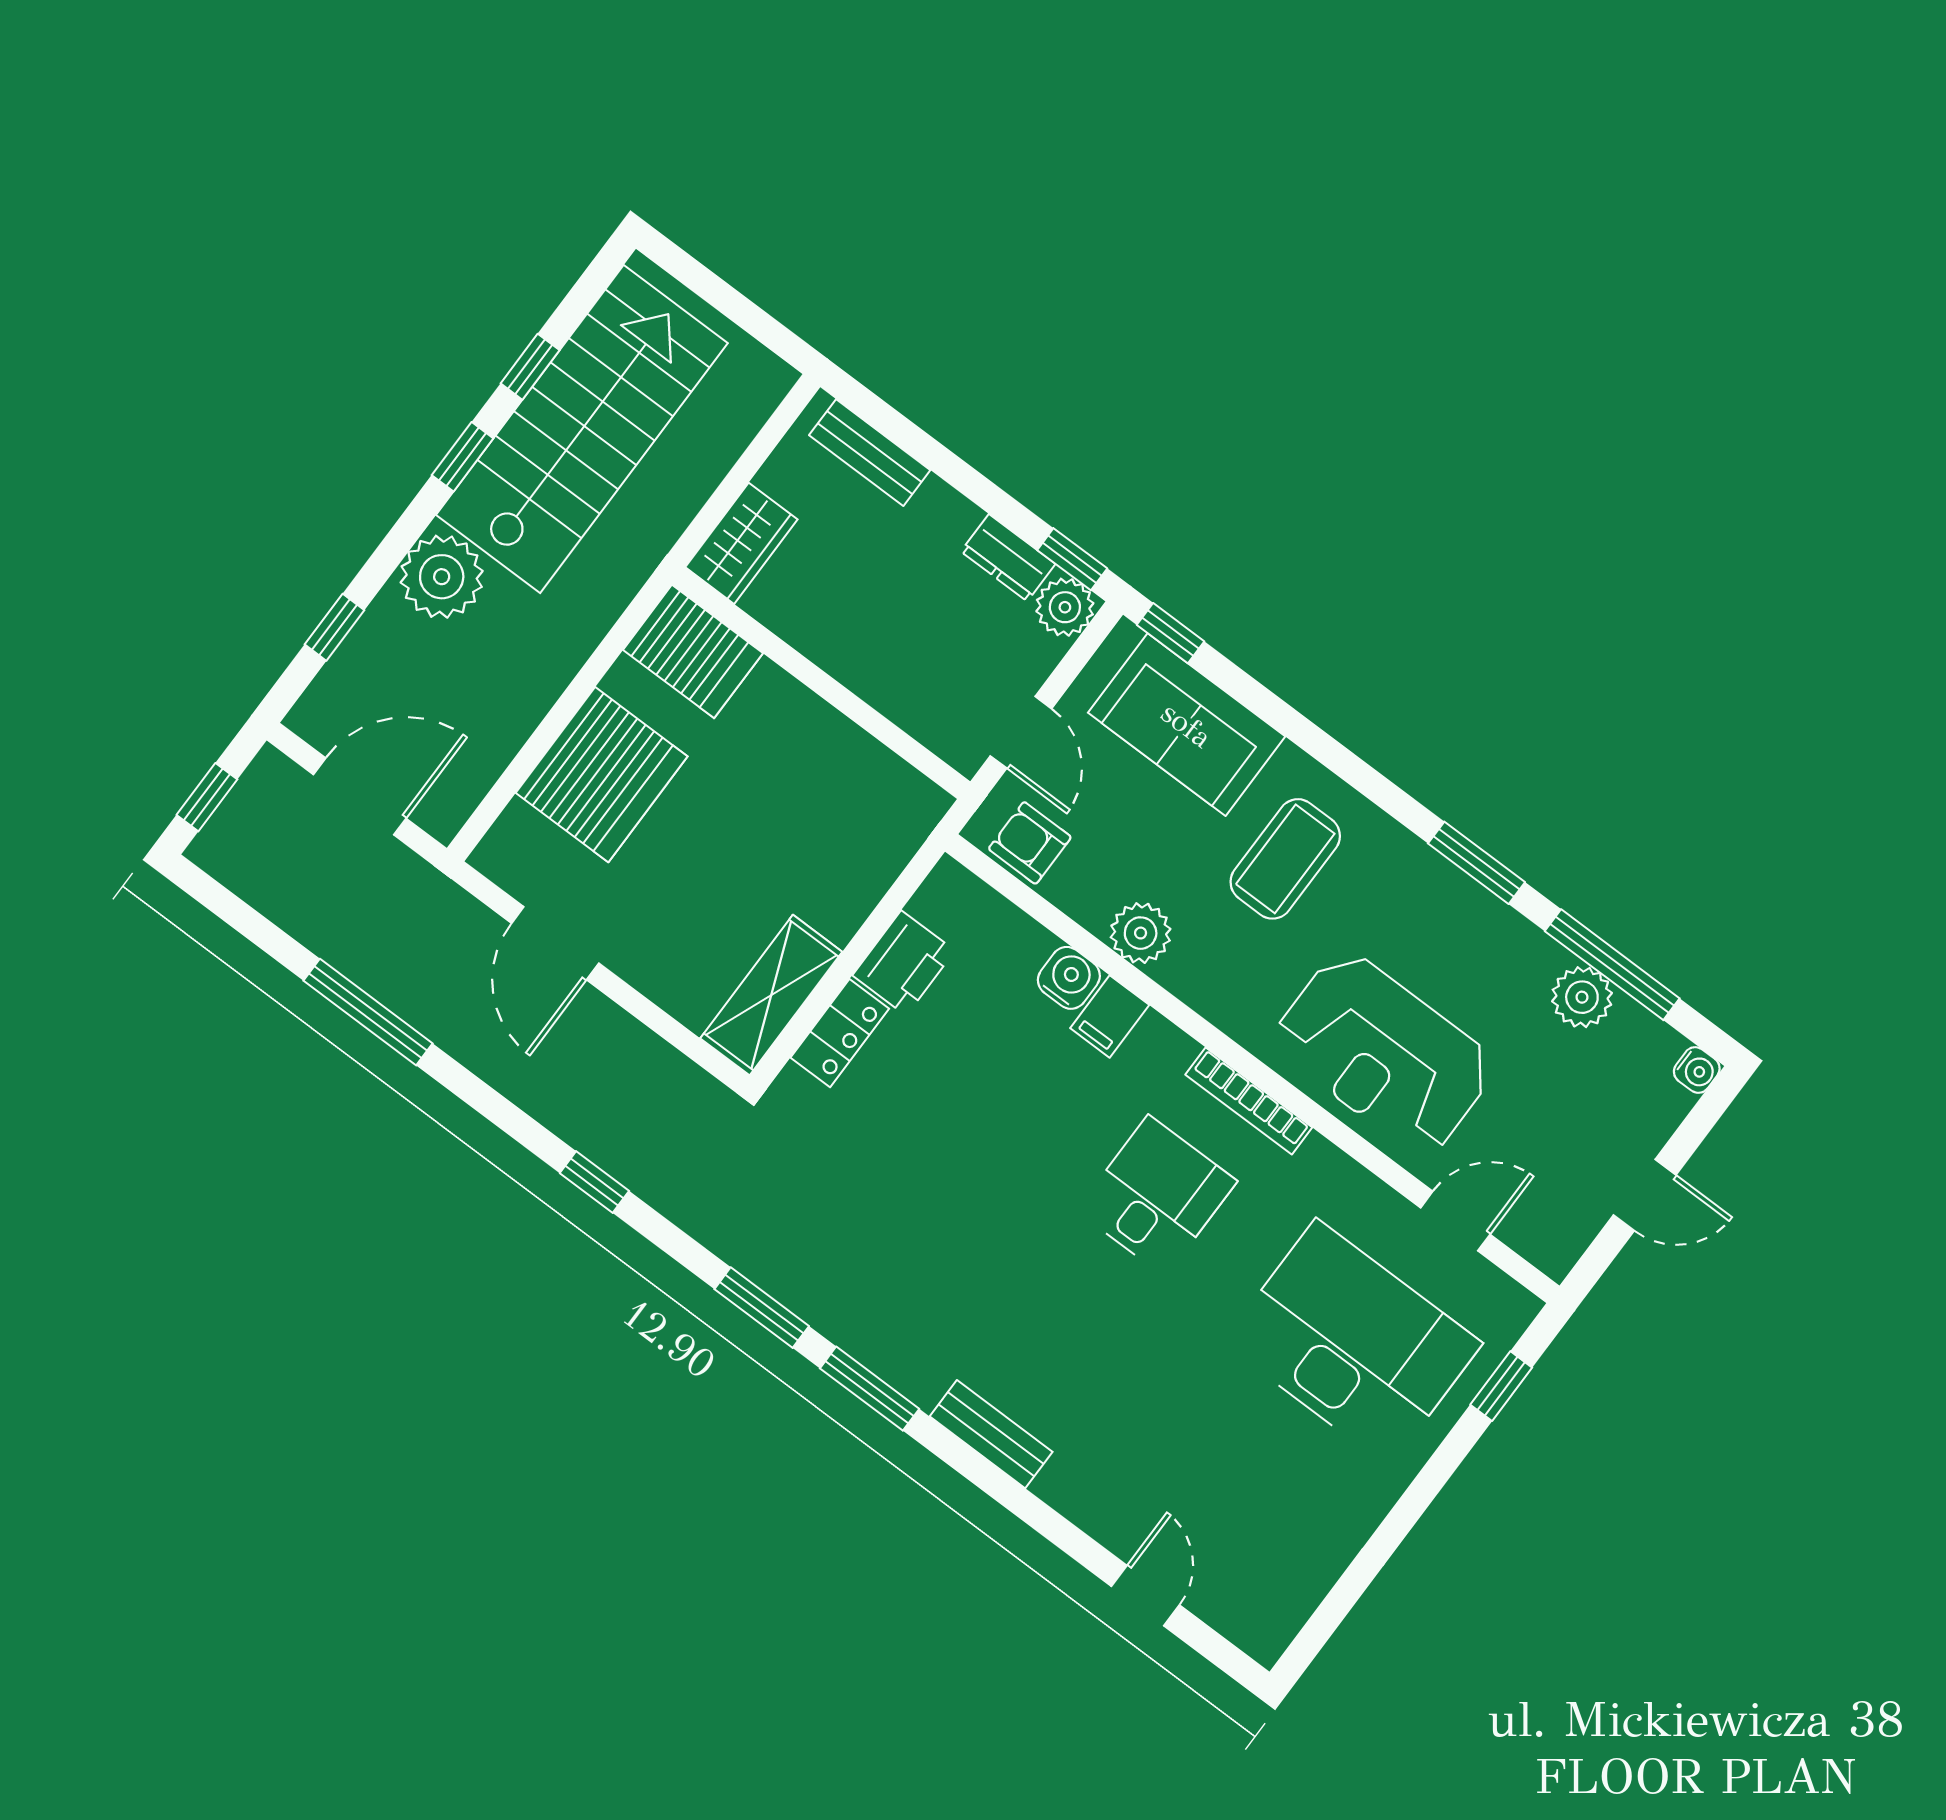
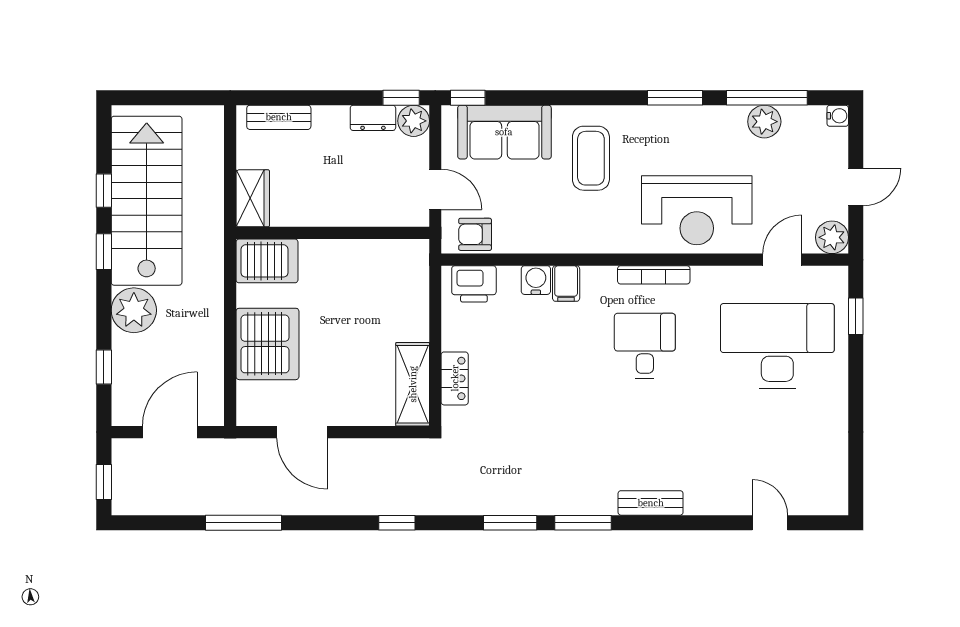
plant: (1141, 933) -> (832, 237), moved
printer: (904, 963) -> (474, 284), moved, turned 90

